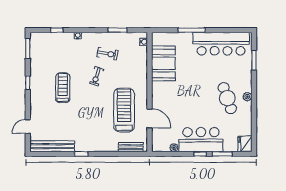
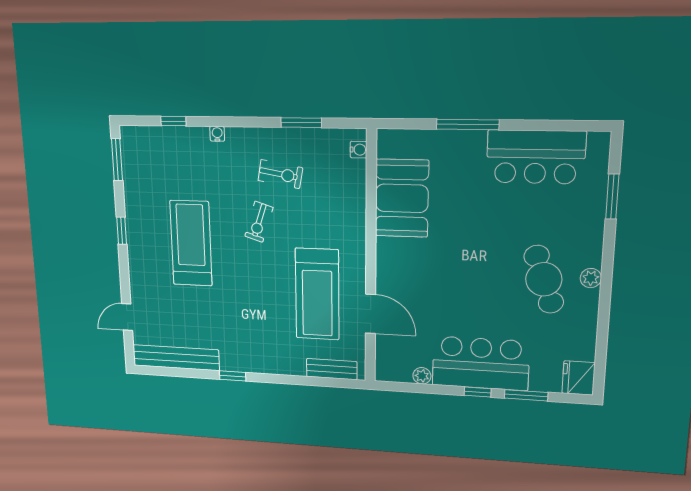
bar counter: (221, 44) -> (536, 157), width x0.73
treadmill: (63, 88) -> (191, 243), width x1.37, depth x1.37
treadmill: (124, 110) -> (317, 294), turned 180

